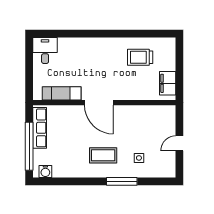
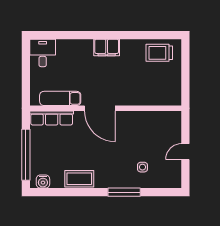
trolley: (140, 57) -> (159, 53), moved
filing cabinet: (168, 83) -> (107, 48), moved, turned -90
row of seats: (40, 128) -> (52, 118), moved, turned 90
coffee table: (103, 155) -> (79, 179), moved

